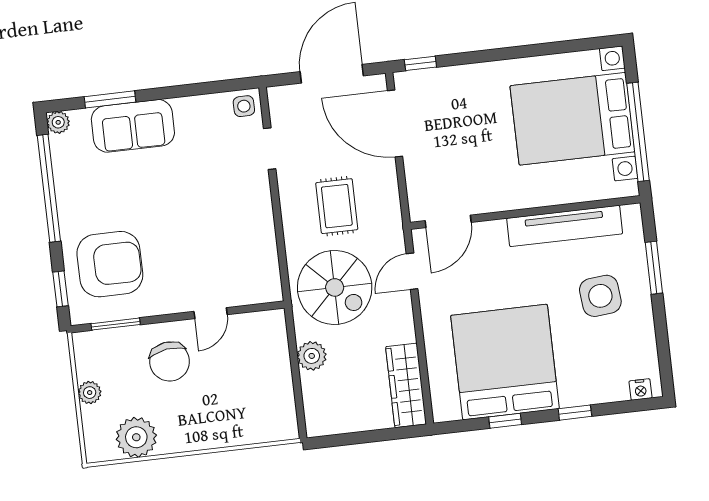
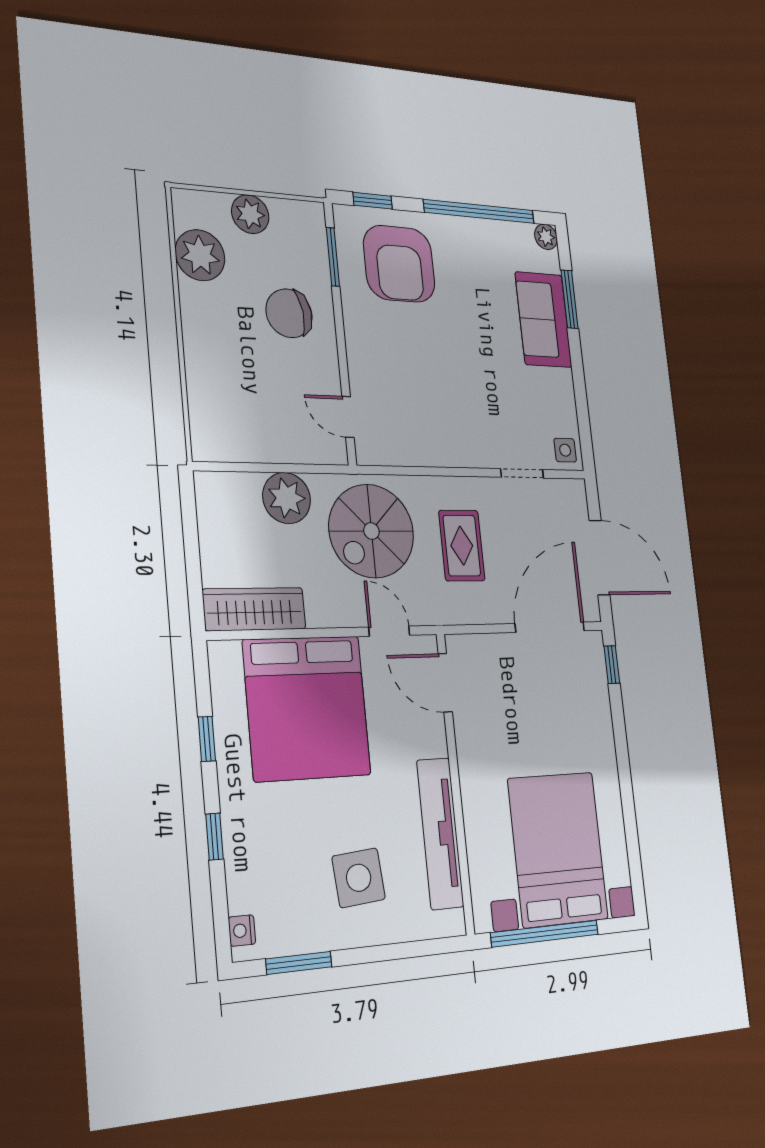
rug: (337, 206) -> (462, 546), turned 90
window: (654, 268) -> (299, 963), moved
door: (211, 313) -> (348, 417), moved
plant: (312, 356) -> (287, 498), width x1.36, depth x1.36
bed: (505, 362) -> (307, 708), moved, turned 90
plant: (90, 393) -> (250, 214), width x1.38, depth x1.38

